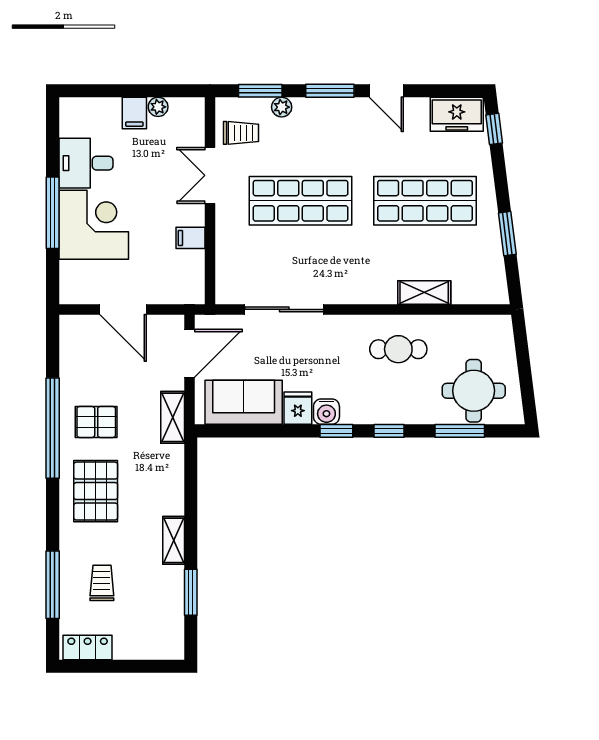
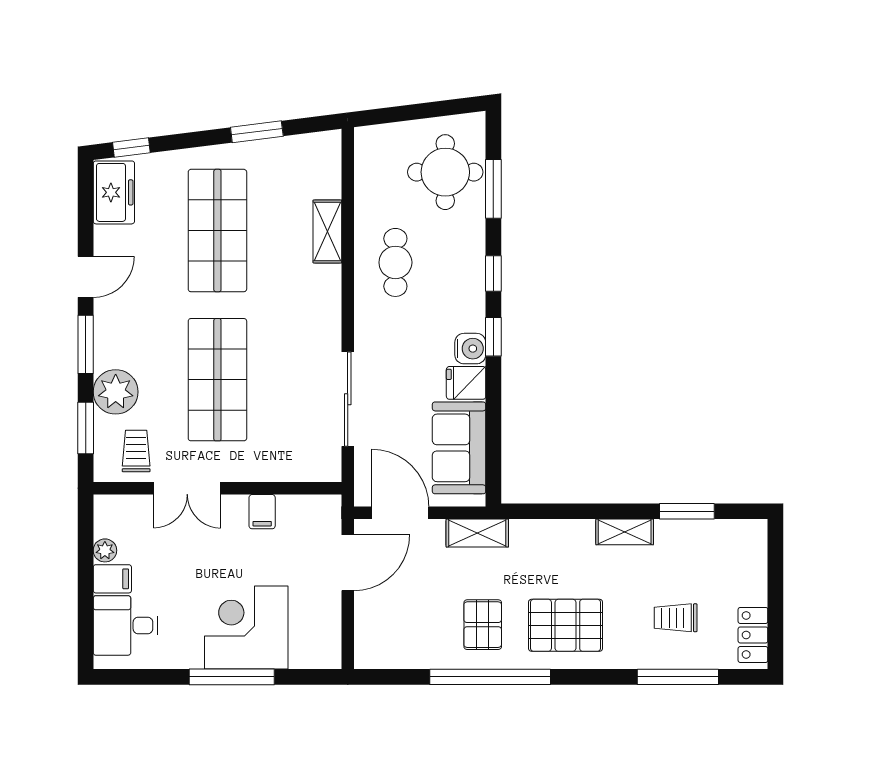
plant: (282, 107) -> (116, 392), width x1.88, depth x1.88
desk: (86, 163) -> (125, 625), moved, turned 90
door: (123, 309) -> (348, 563), moved

